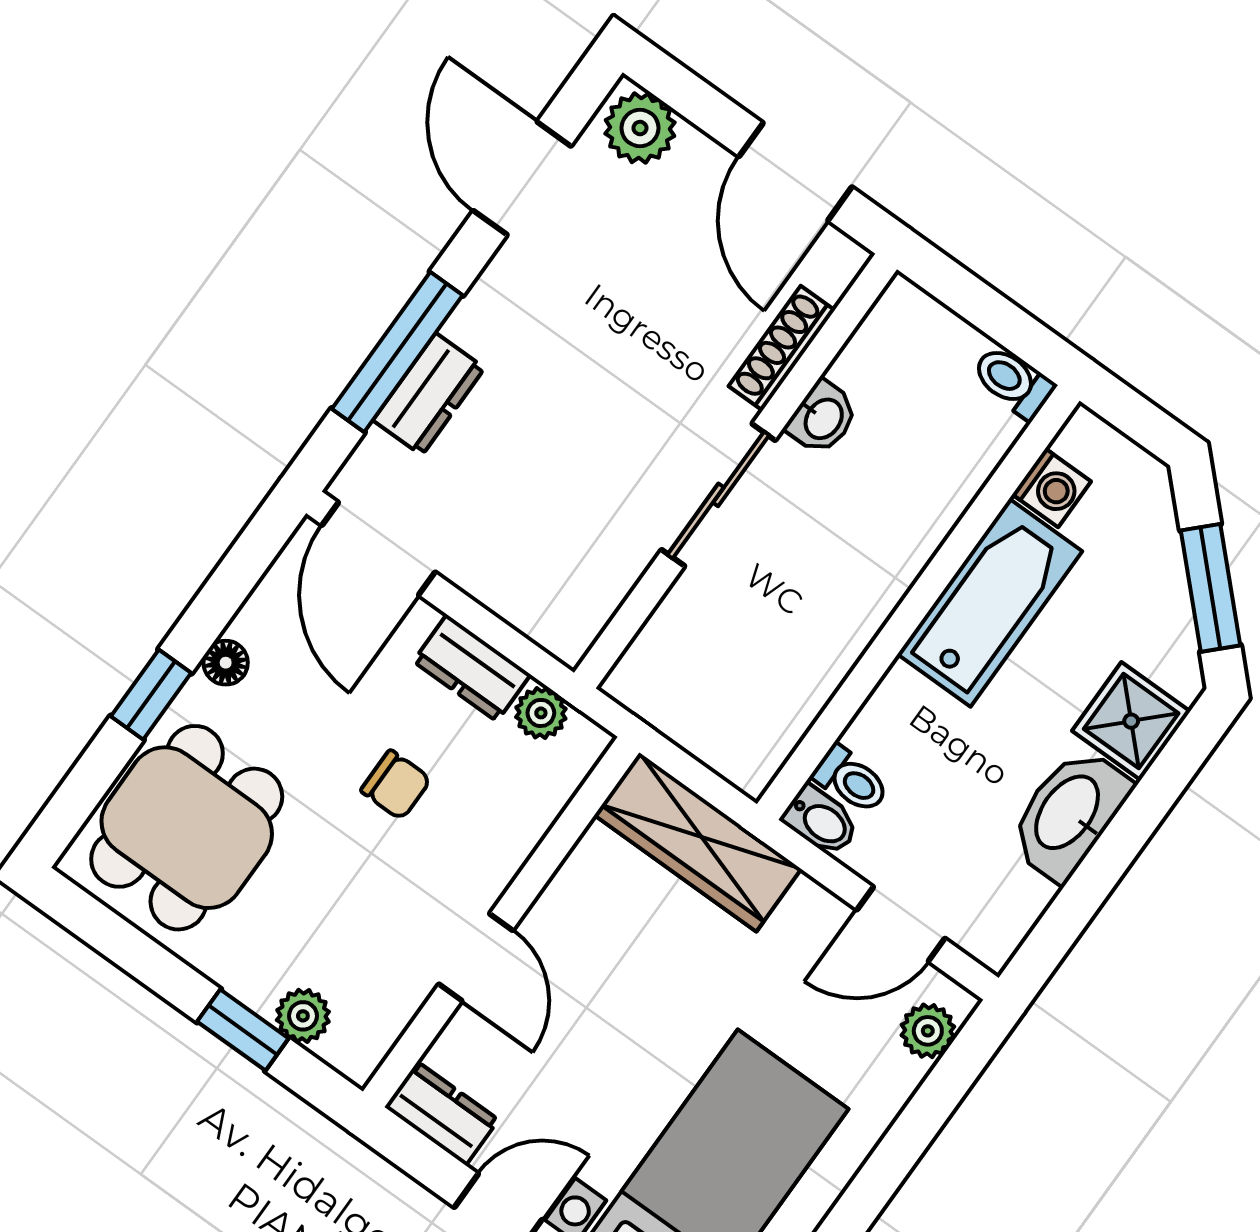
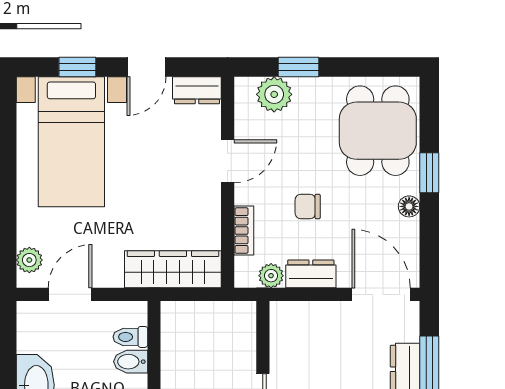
bidet: (821, 821) -> (131, 362), moved
bookcase: (532, 822) -> (244, 231), added
door: (476, 957) -> (228, 161), swing flipped
plant: (303, 1016) -> (274, 94), width x1.38, depth x1.38

